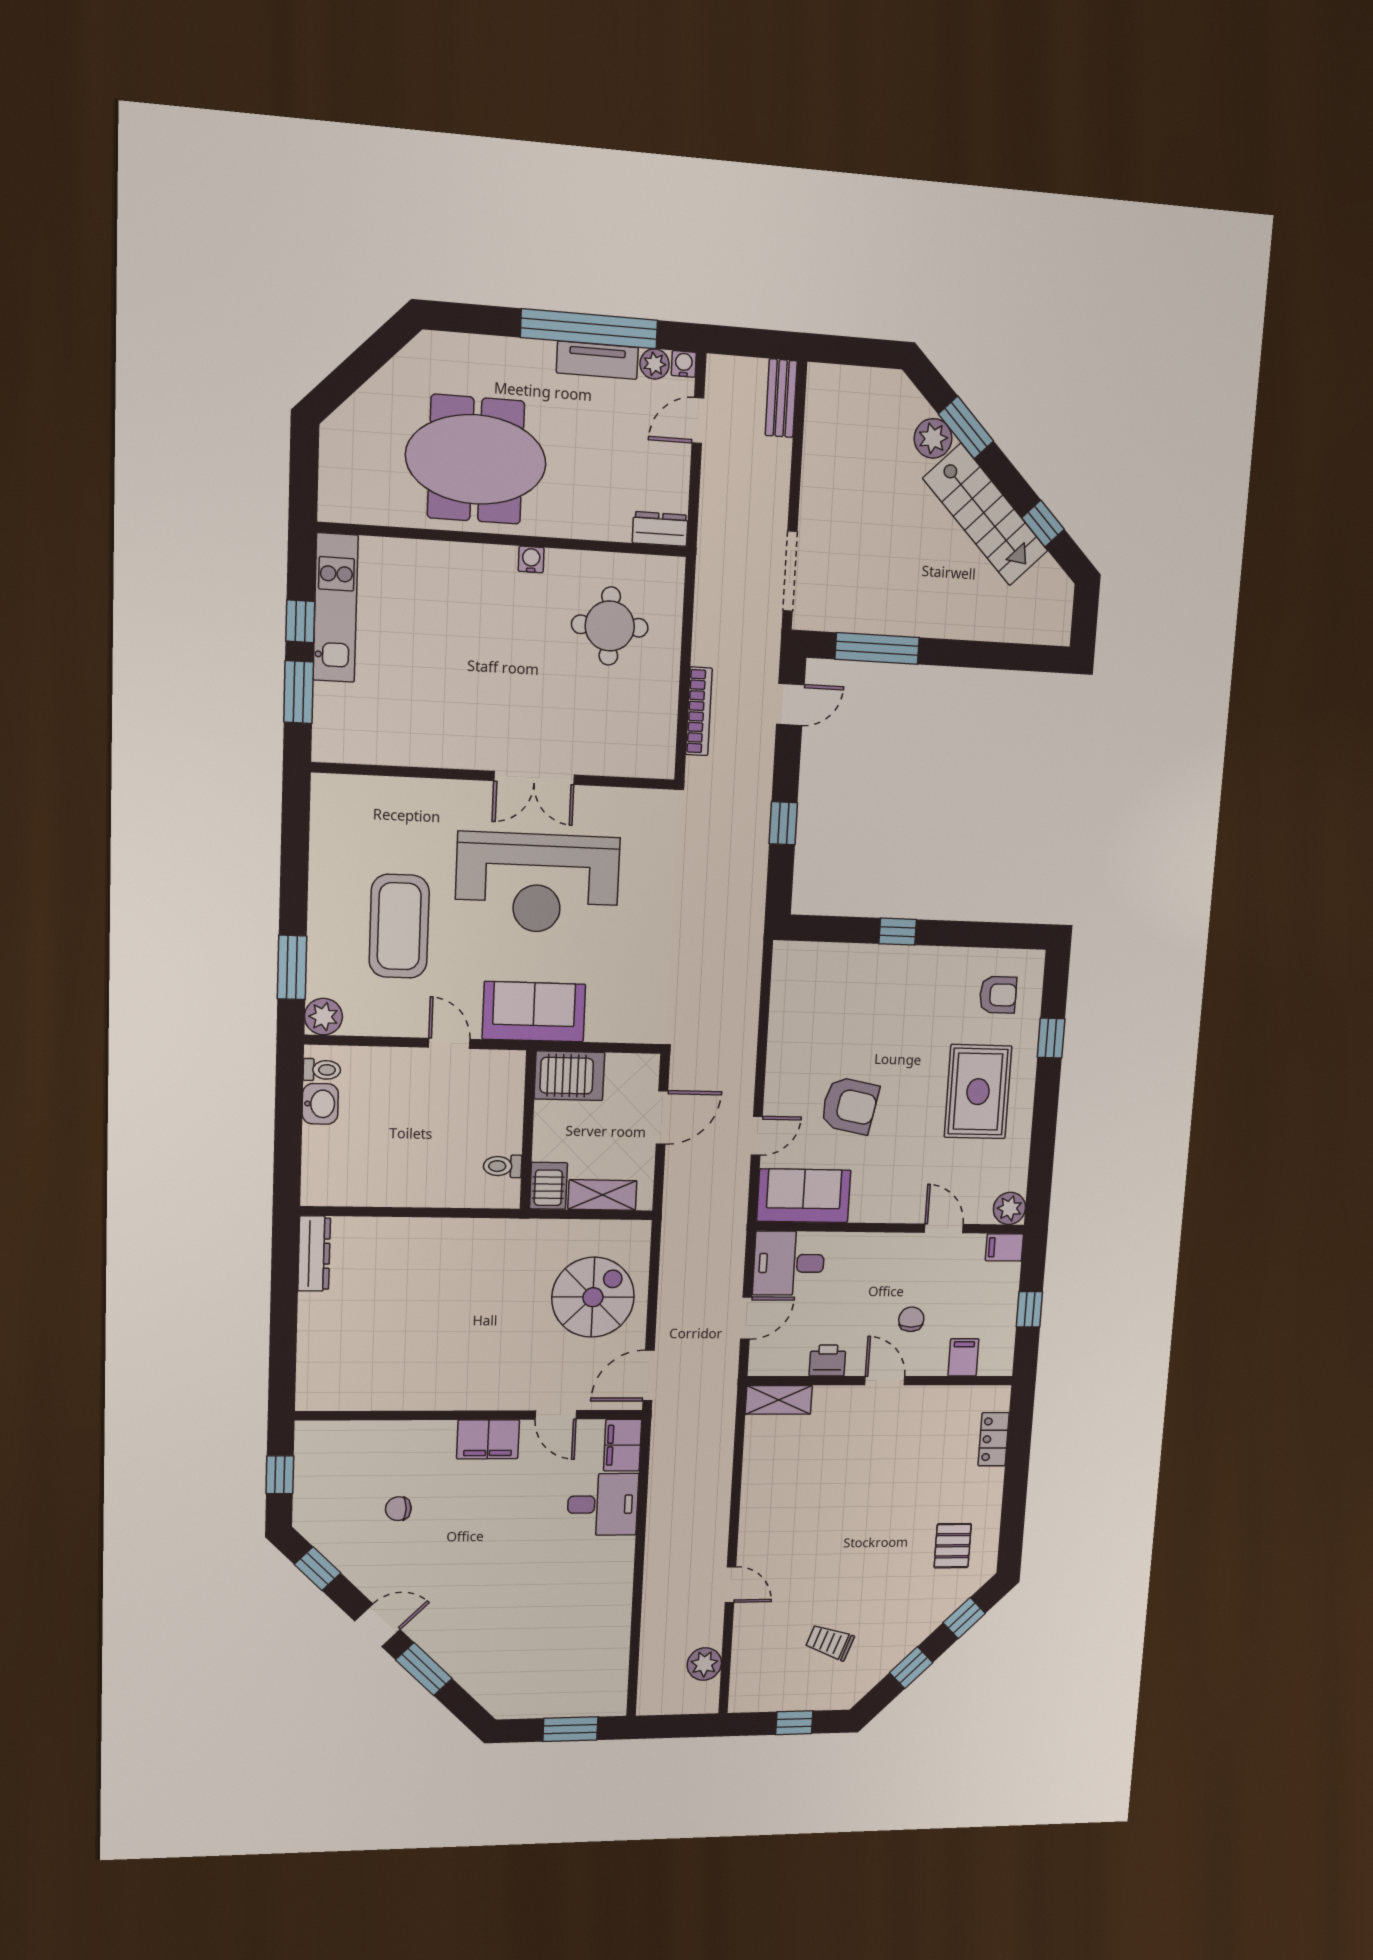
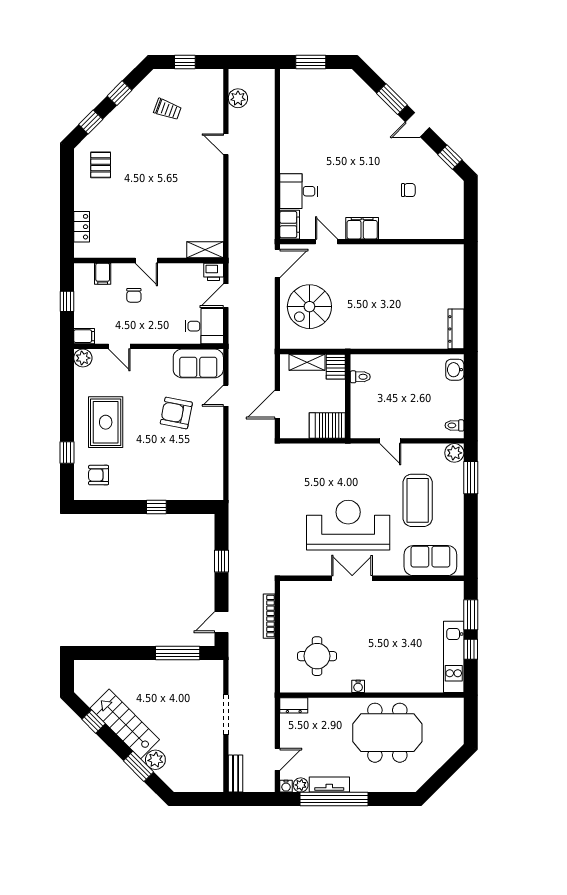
doorway: (790, 571) -> (226, 715), moved
sofa: (534, 1012) -> (430, 561), moved, turned 180
washbasin: (320, 1104) -> (455, 370), moved
printer: (828, 1360) -> (214, 272), moved
window: (280, 1475) -> (471, 209), removed

